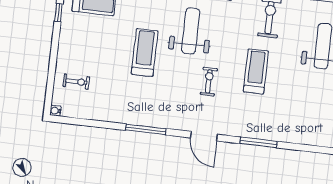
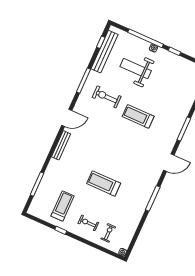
weight bench: (191, 31) -> (99, 150), removed
exercise bike: (209, 81) -> (88, 223), moved

